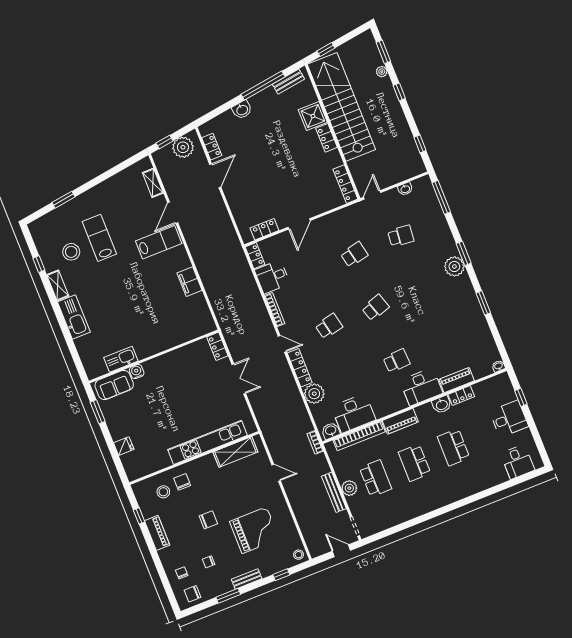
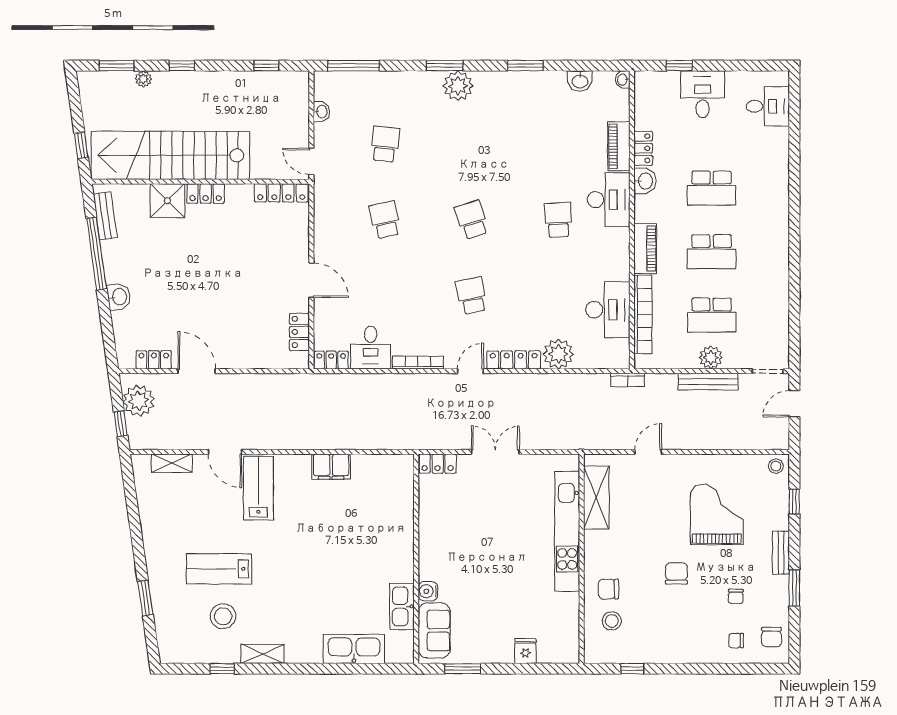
kitchen sink: (74, 317) -> (354, 649), moved
washbasin: (331, 431) -> (580, 81), moved, turned -90
school desk: (376, 478) -> (712, 315), turned 180
piano: (157, 533) -> (666, 653), removed

